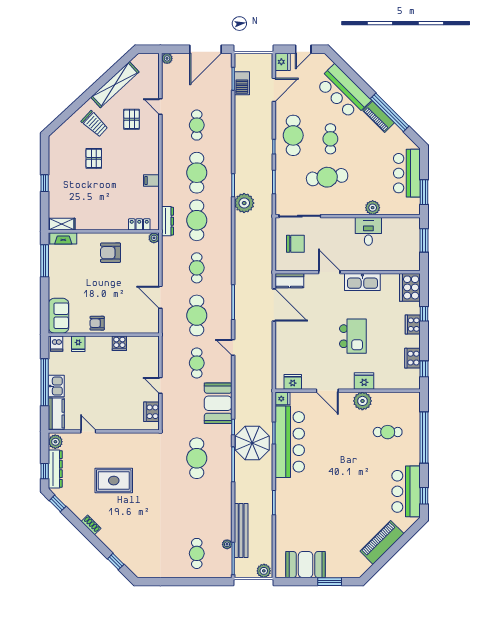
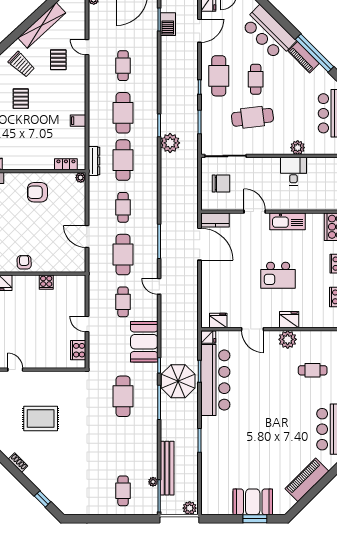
armchair: (97, 323) -> (24, 262), turned 89
kitchen island: (353, 336) -> (278, 275), turned 90
booth: (306, 565) -> (253, 502), moved

